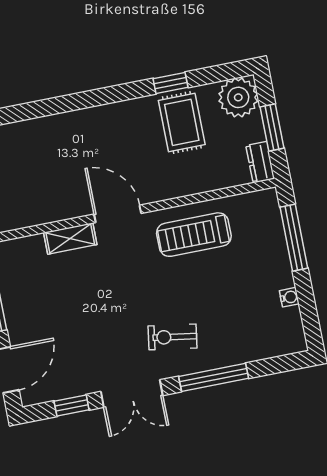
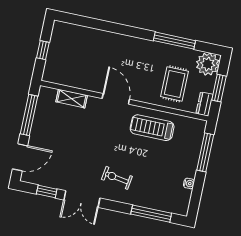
window: (171, 83) -> (174, 41), width x2.17
rug: (182, 122) -> (175, 84), moved
shelving: (70, 239) -> (72, 99), moved
window: (214, 377) -> (151, 214), moved

